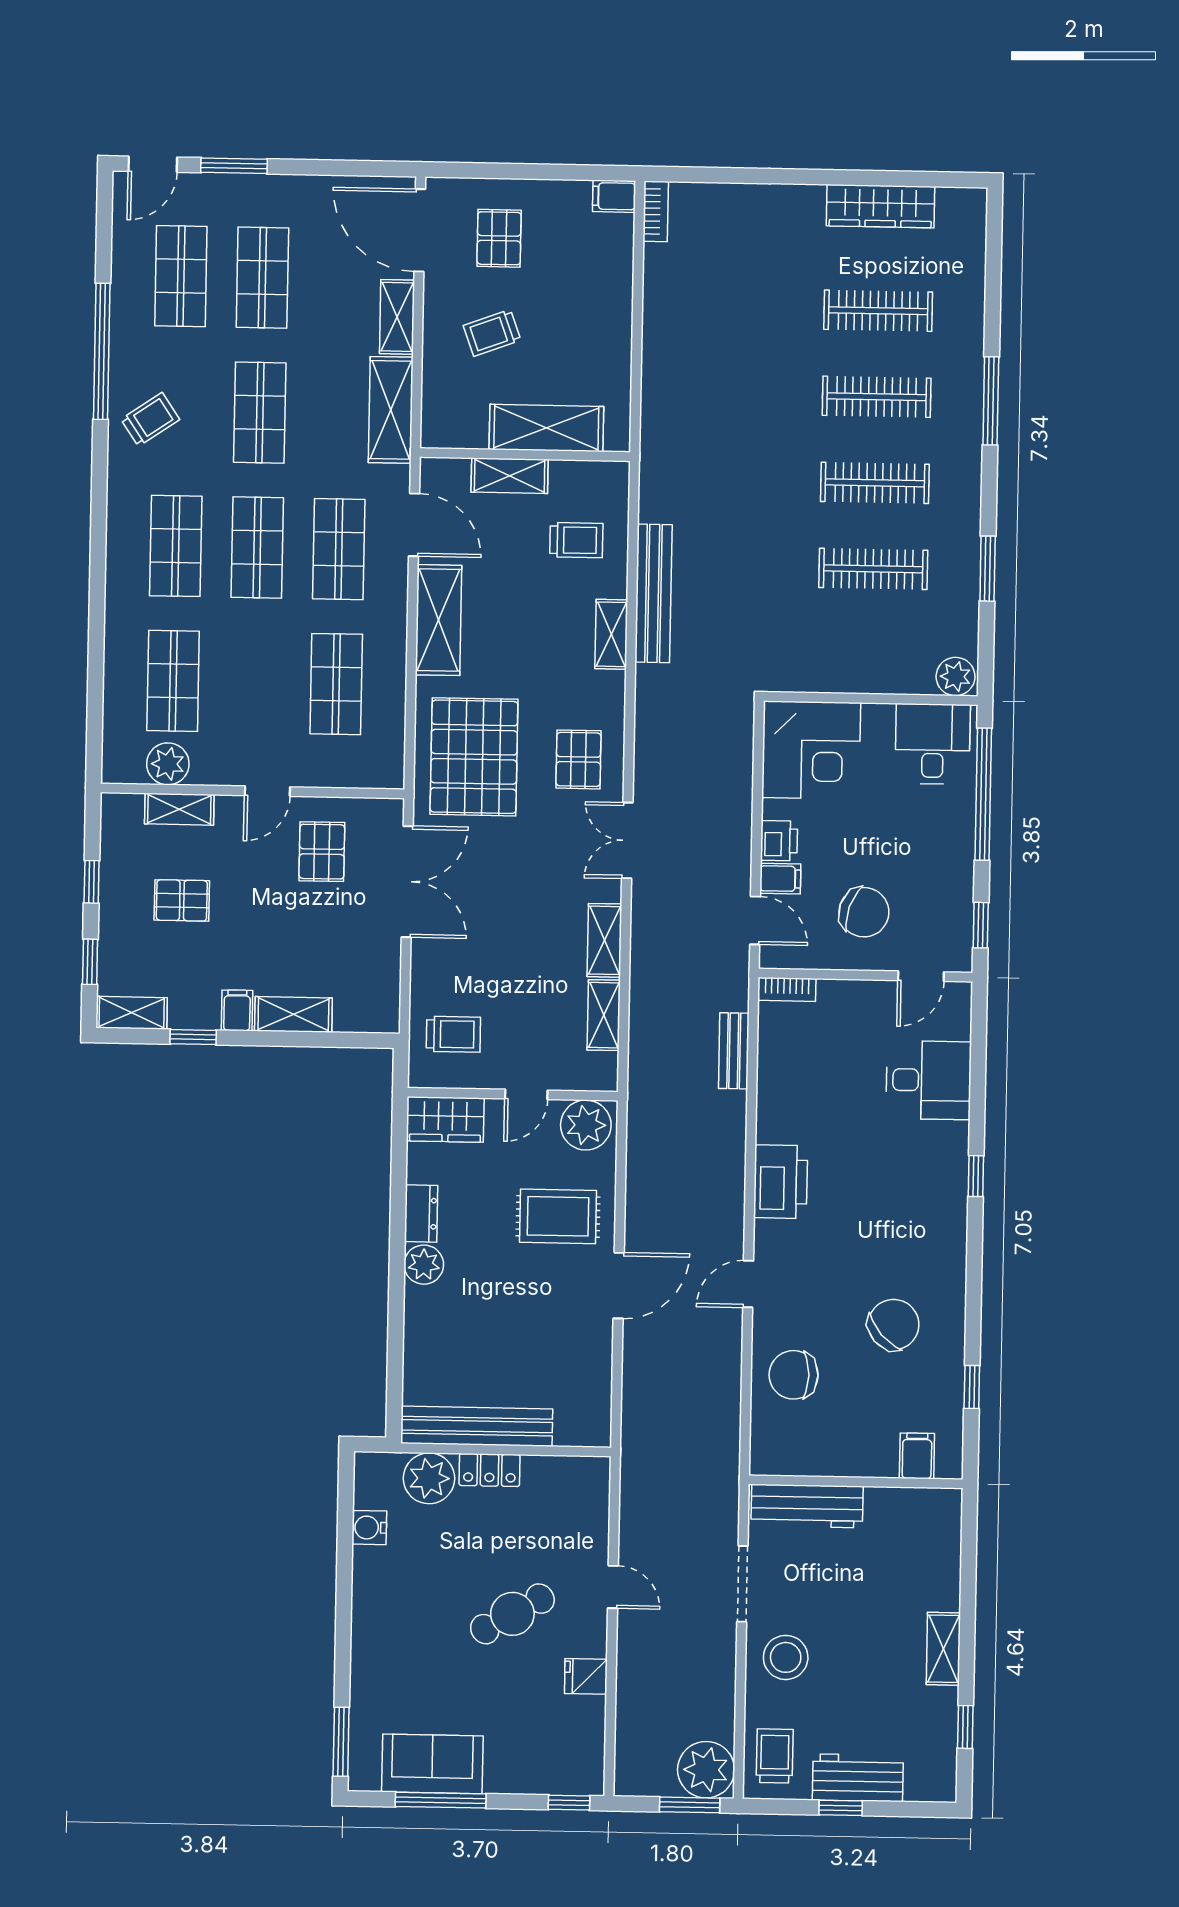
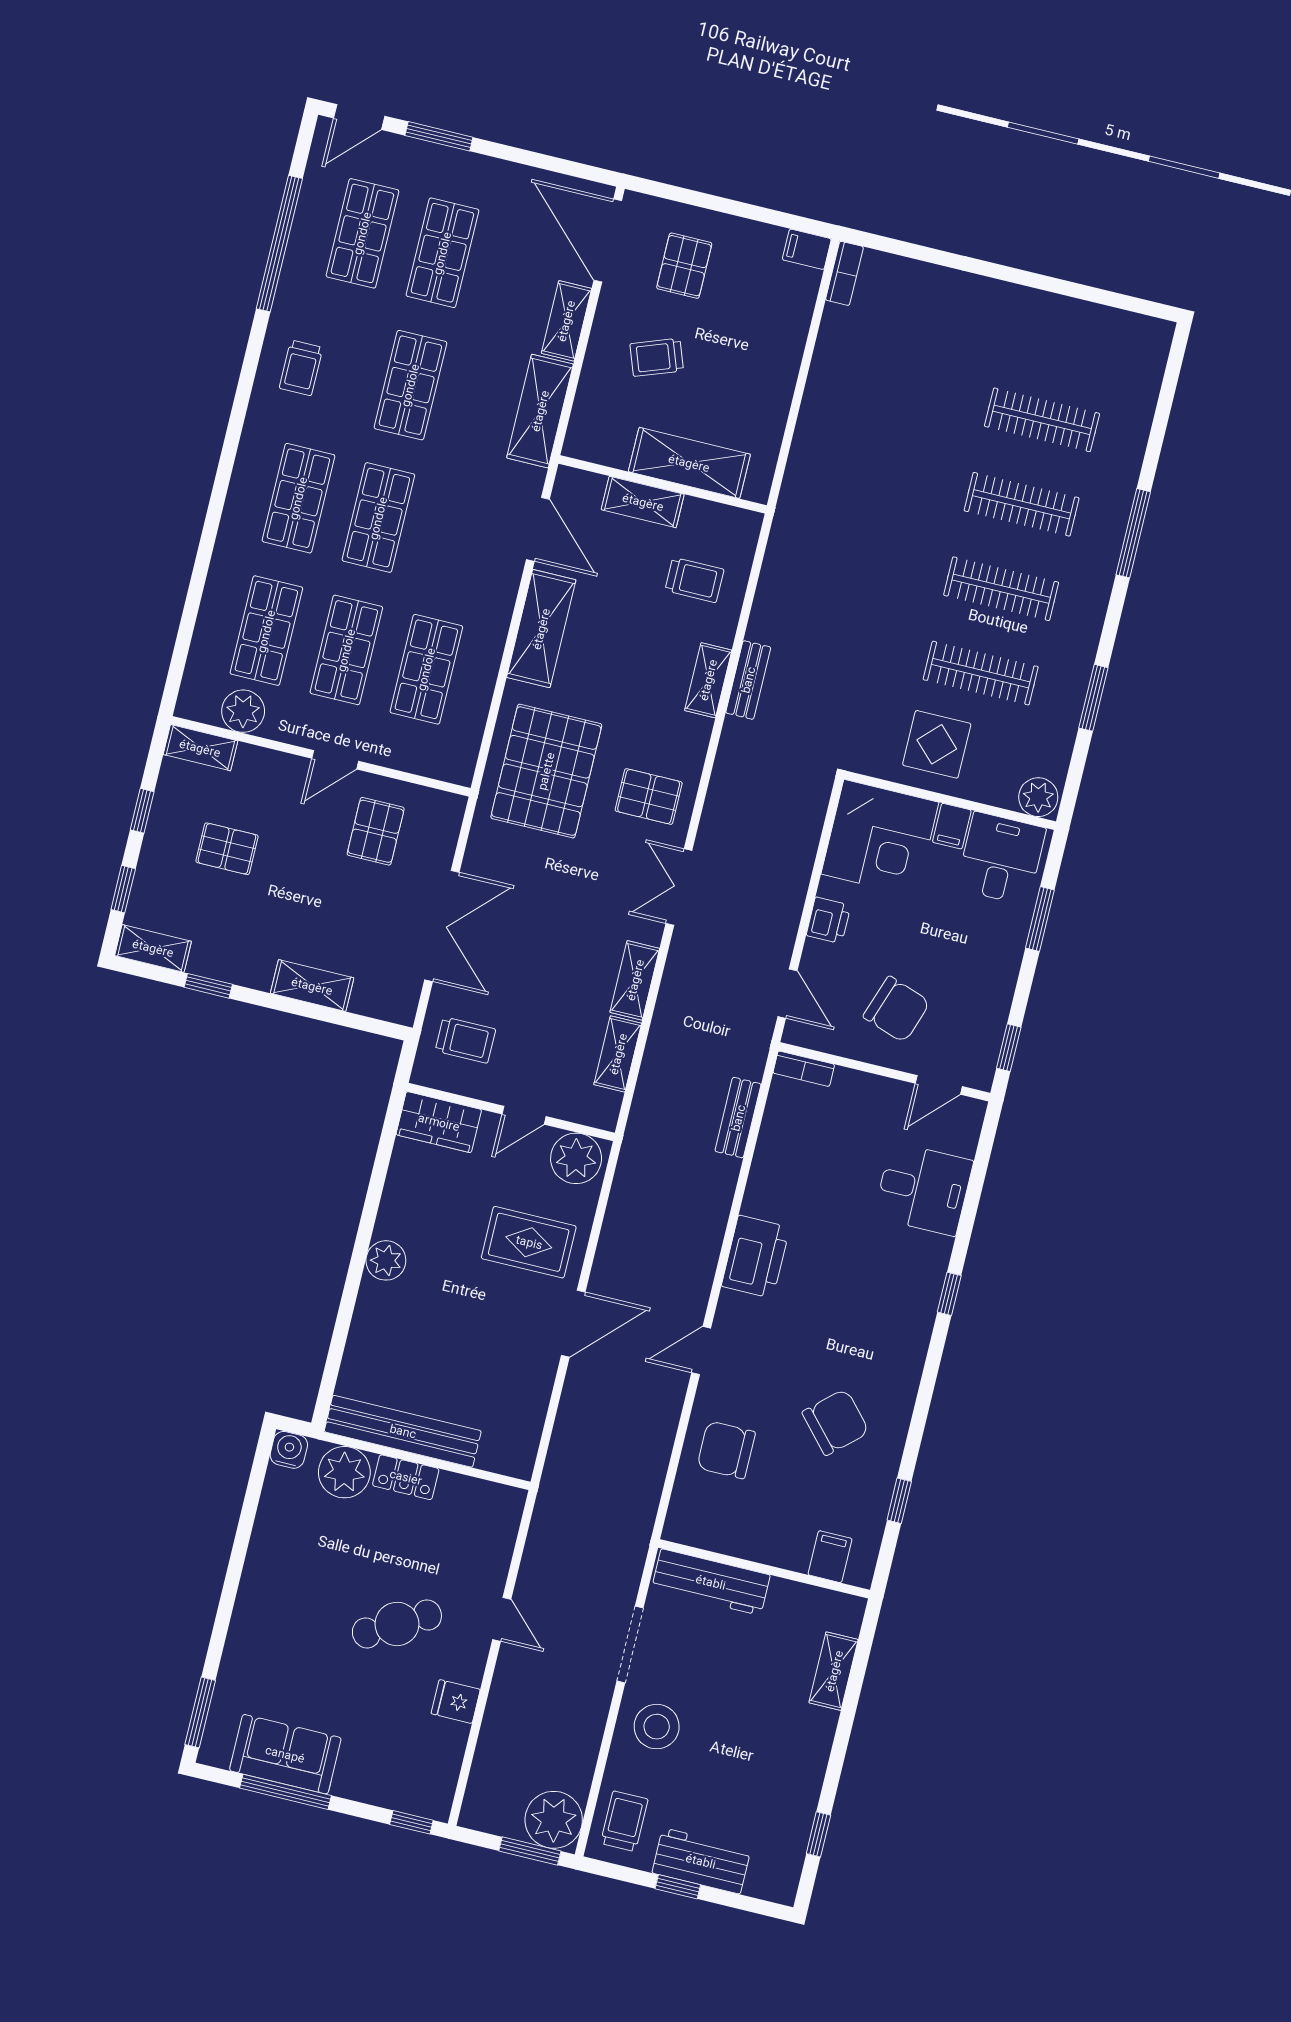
wardrobe: (880, 206) -> (1067, 317), removed
window: (102, 351) -> (279, 244), moved
trolley: (150, 419) -> (301, 368), turned 124
shop shelf: (339, 549) -> (346, 650), moved
bench: (653, 593) -> (748, 680), width x0.54, depth x0.82
display table: (846, 647) -> (937, 744), added
pallet: (578, 759) -> (649, 796), turned 90
window: (983, 794) -> (1040, 919), width x0.47
shelving: (179, 809) -> (200, 748), moved
filing cabinet: (780, 879) -> (952, 826), moved, turned 90
double door: (407, 882) -> (442, 926), moved
filing cabinet: (237, 1010) -> (257, 969), removed
dresser: (421, 1214) -> (394, 1210), removed
water cooler: (369, 1528) -> (289, 1450), moved, turned 90
shelving: (943, 1649) -> (834, 1671), moved

